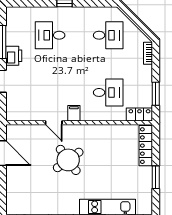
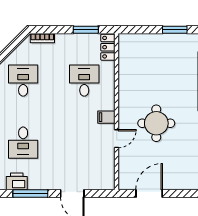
printer: (14, 56) -> (17, 181), moved
locker: (146, 146) -> (141, 40), removed
round table: (68, 160) -> (156, 123), turned 36

